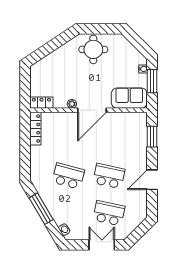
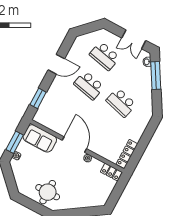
door: (92, 110) -> (74, 145), hinge flipped
window: (41, 209) -> (156, 75), moved
double door: (102, 245) -> (134, 39), moved

